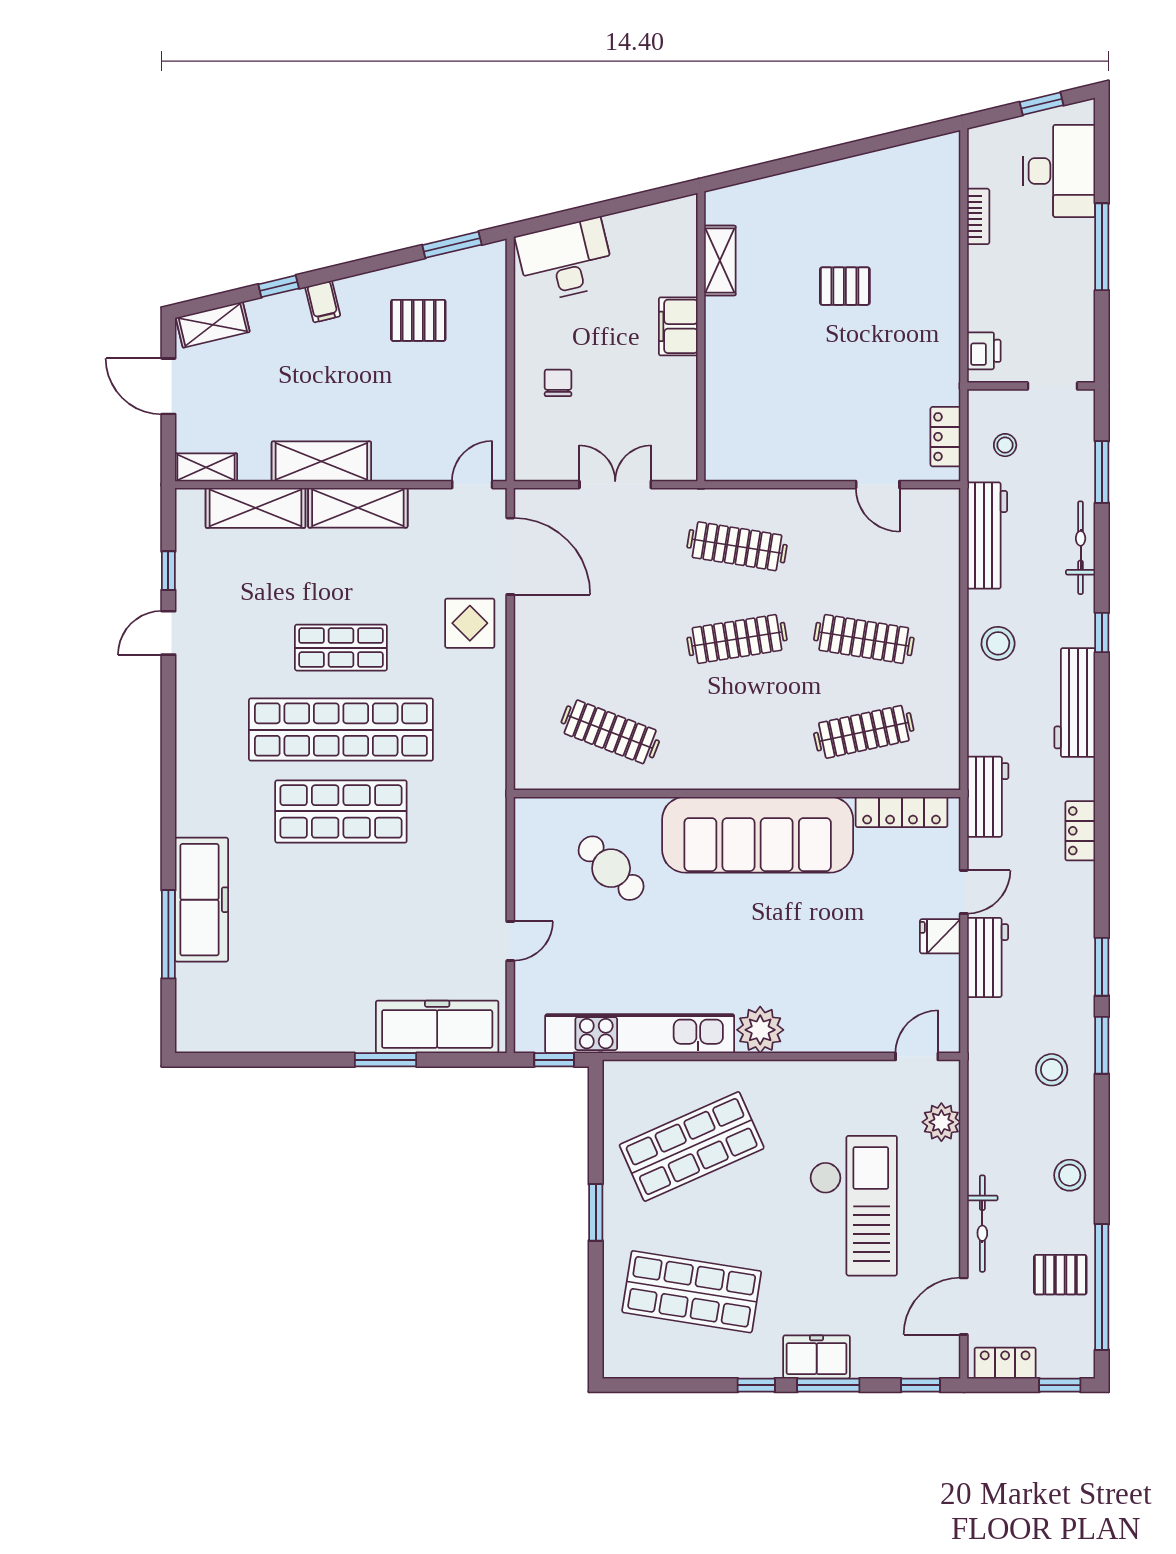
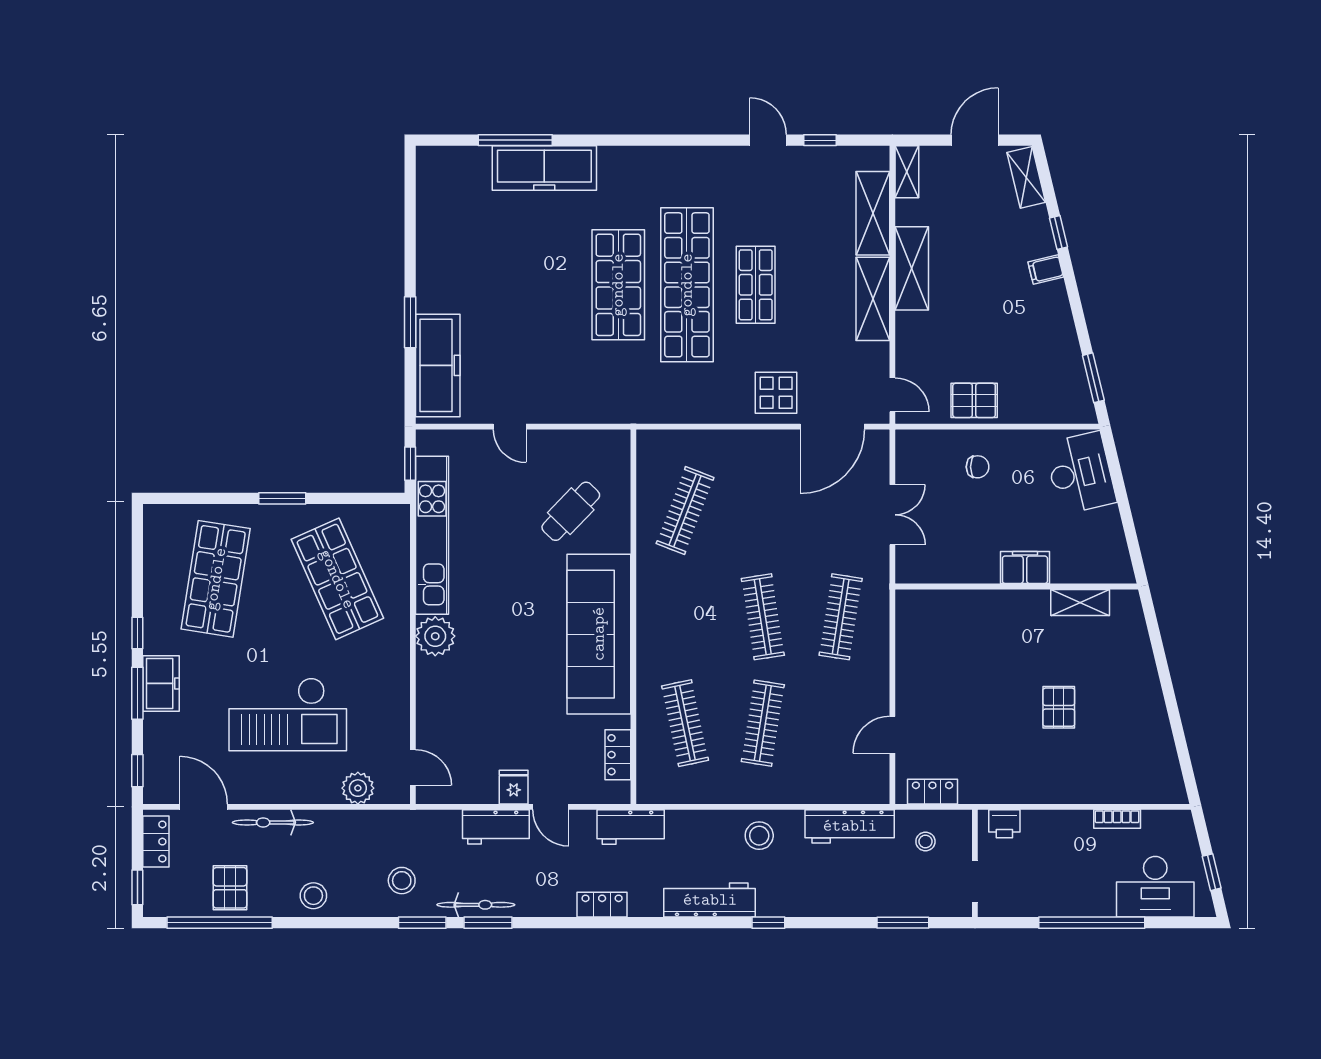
window: (1102, 247) -> (1092, 923), width x1.46
pallet: (418, 320) -> (974, 400), moved, turned 90
bicycle: (1081, 548) -> (476, 905), moved
locker: (902, 812) -> (618, 755), width x0.66

